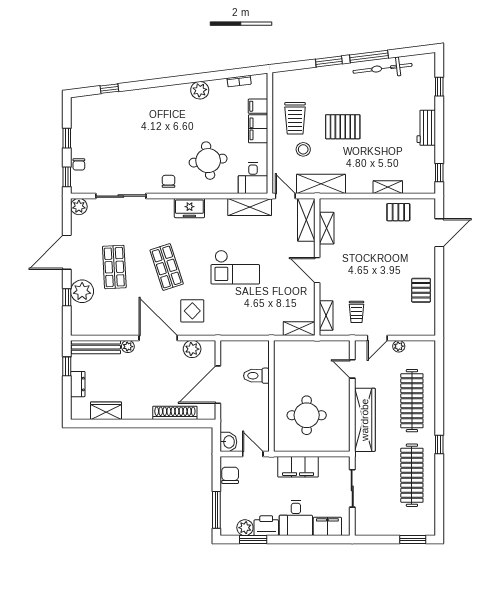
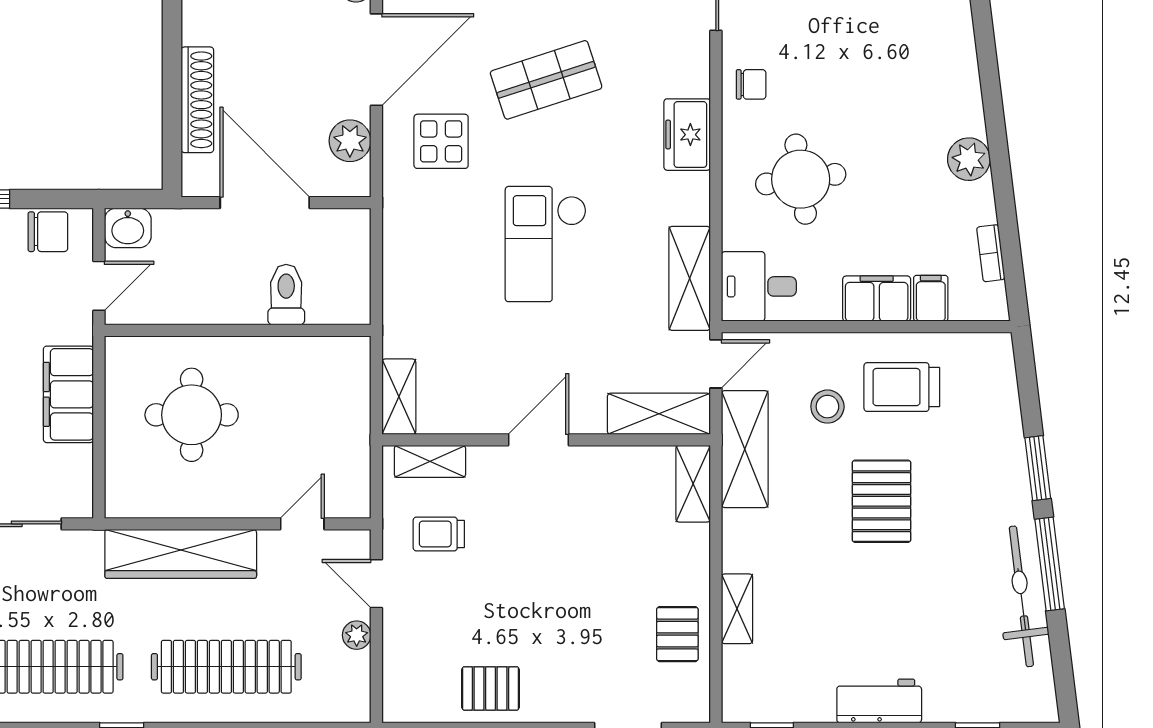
shelving: (327, 228) -> (693, 484), moved, turned 90

